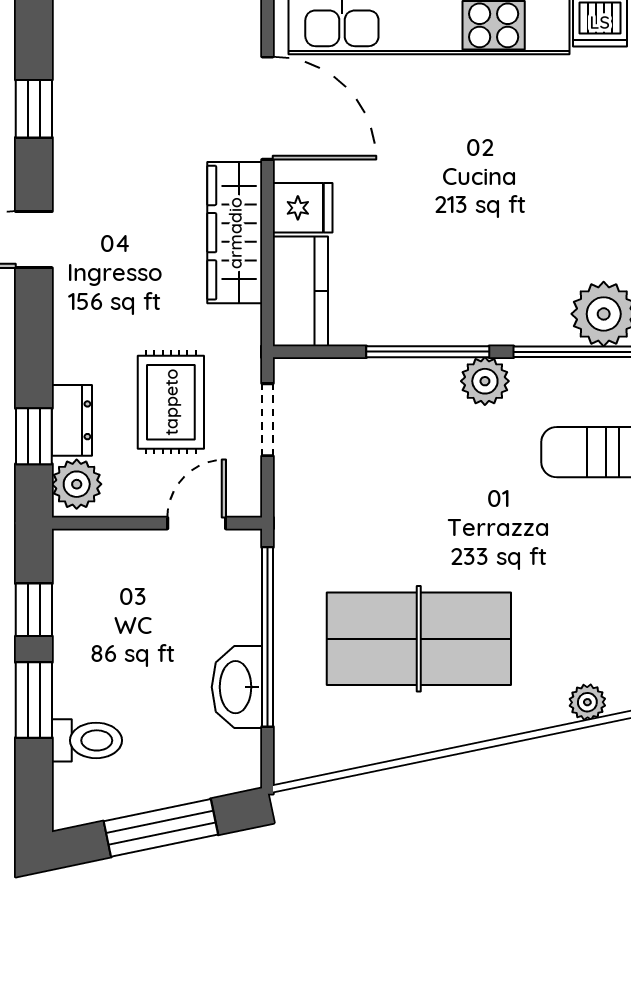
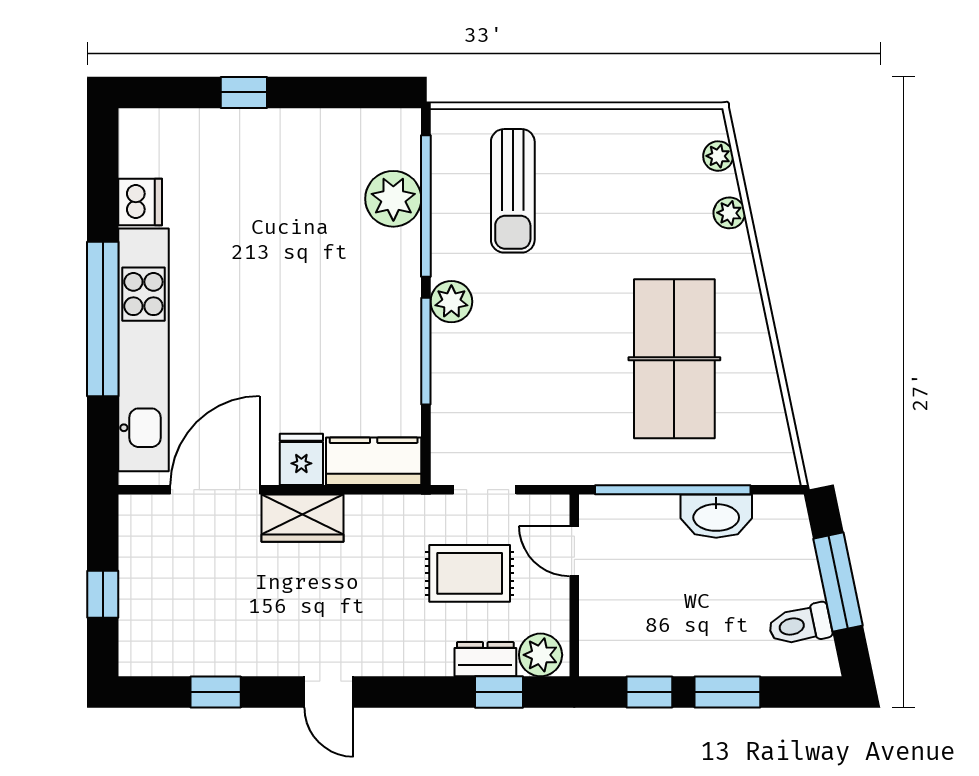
wardrobe: (235, 233) -> (302, 518), width x0.67
toilet: (87, 740) -> (800, 625), moved, turned -102

